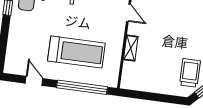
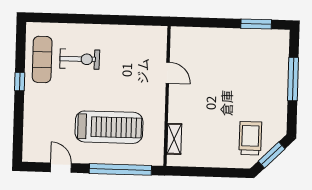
shelving: (131, 48) -> (174, 139), moved

